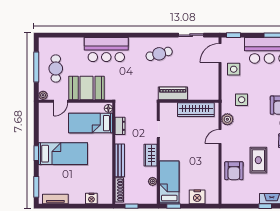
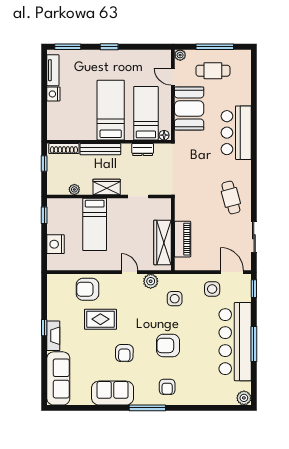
piano: (173, 93) -> (183, 239), moved
bed: (63, 154) -> (111, 110), moved, turned 180
bed: (169, 182) -> (95, 224), moved, turned 90
nightstand: (91, 198) -> (53, 94), moved

